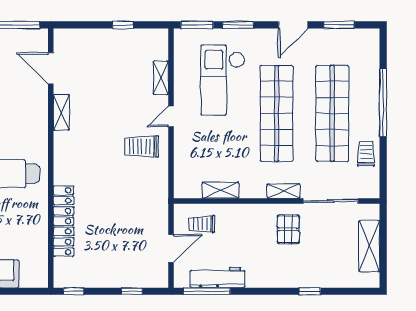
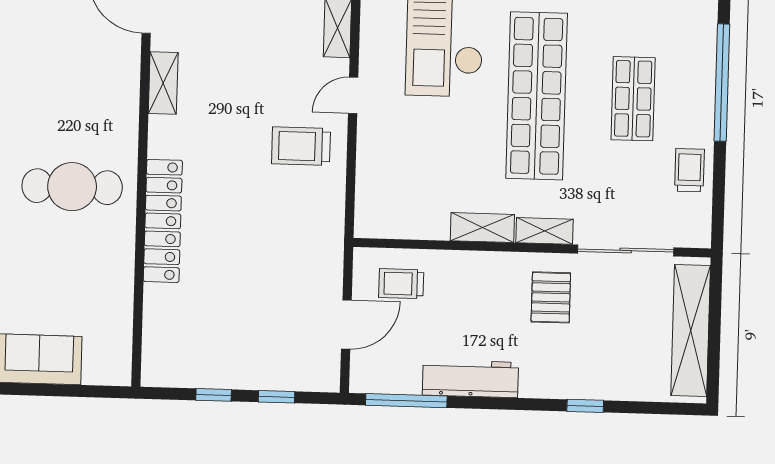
shop shelf: (332, 113) -> (633, 99), width x0.50, depth x0.74
shelving: (220, 190) -> (482, 228), moved
locker: (63, 221) -> (163, 221), moved
shelving: (369, 246) -> (691, 330), width x1.47
workbench: (217, 278) -> (470, 379), moved
window: (74, 291) -> (214, 395), moved

